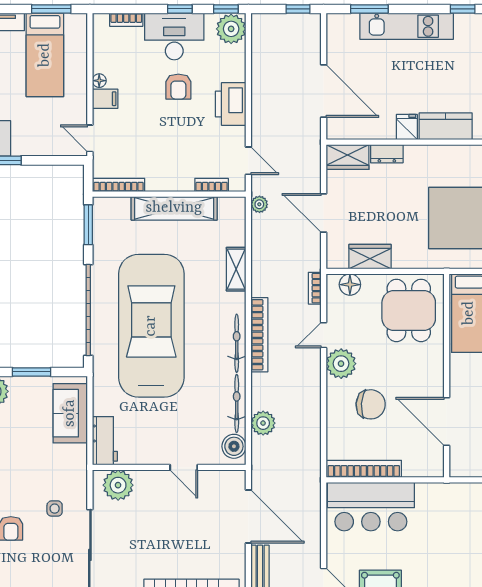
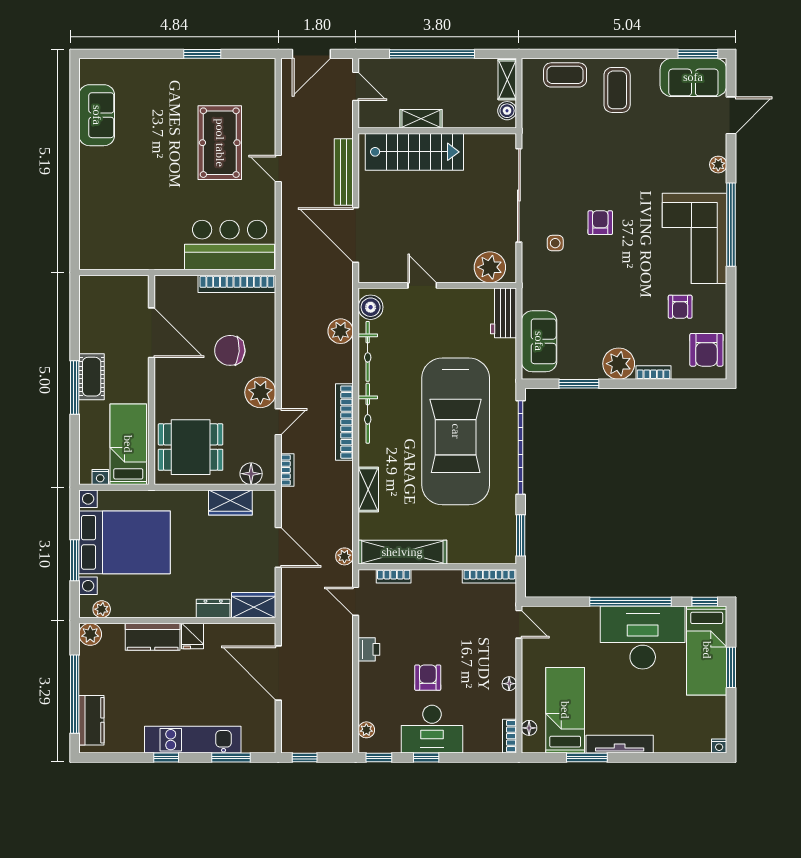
window: (51, 9) -> (587, 757), moved
window: (463, 9) -> (166, 757), moved
bookcase: (126, 20) -> (509, 736), moved, turned -90
plant: (231, 29) -> (366, 730), width x0.53, depth x0.53
floor lamp: (80, 38) -> (529, 728), added
filing cabinet: (105, 99) -> (503, 665), removed
printer: (231, 104) -> (369, 649), width x0.53, depth x0.68
shelving: (174, 208) -> (402, 552), moved
dining table: (409, 310) -> (191, 447), turned 90

